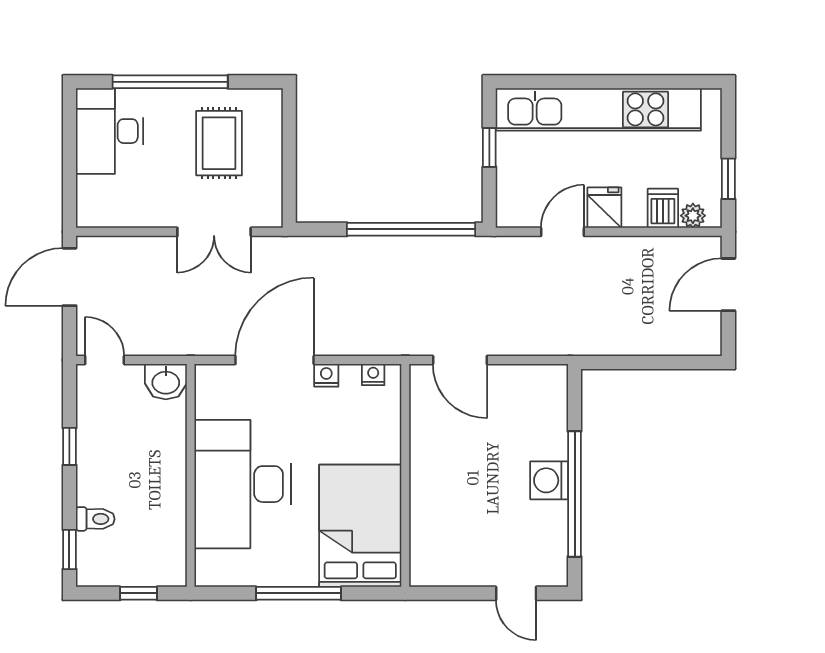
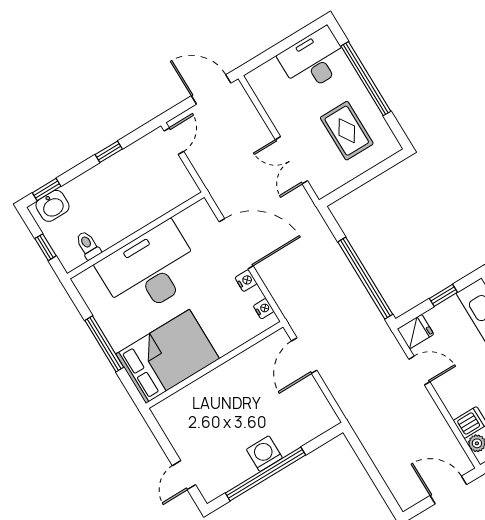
rug: (219, 143) -> (347, 131), turned 90
fridge: (604, 208) -> (416, 332), moved
washbasin: (166, 382) -> (52, 206), moved, turned -90
toilet: (95, 519) -> (88, 245), moved, turned 180

